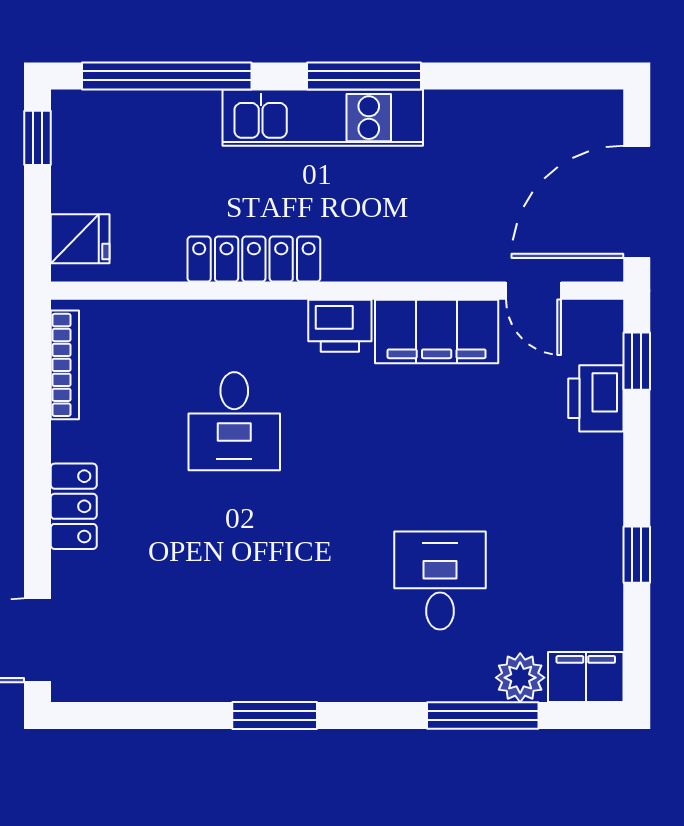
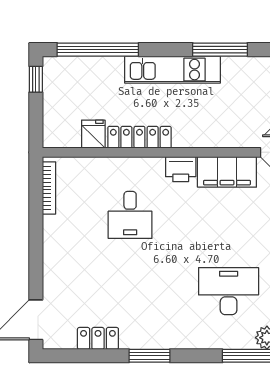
window: (364, 76) -> (220, 50), moved
fridge: (80, 239) -> (93, 134), moved, turned -90
locker: (74, 506) -> (98, 338), moved, turned -90
desk: (440, 580) -> (229, 291), width x1.37

